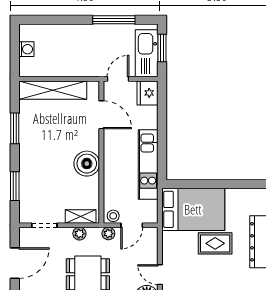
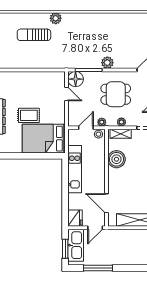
boiler: (87, 164) -> (116, 159), moved

